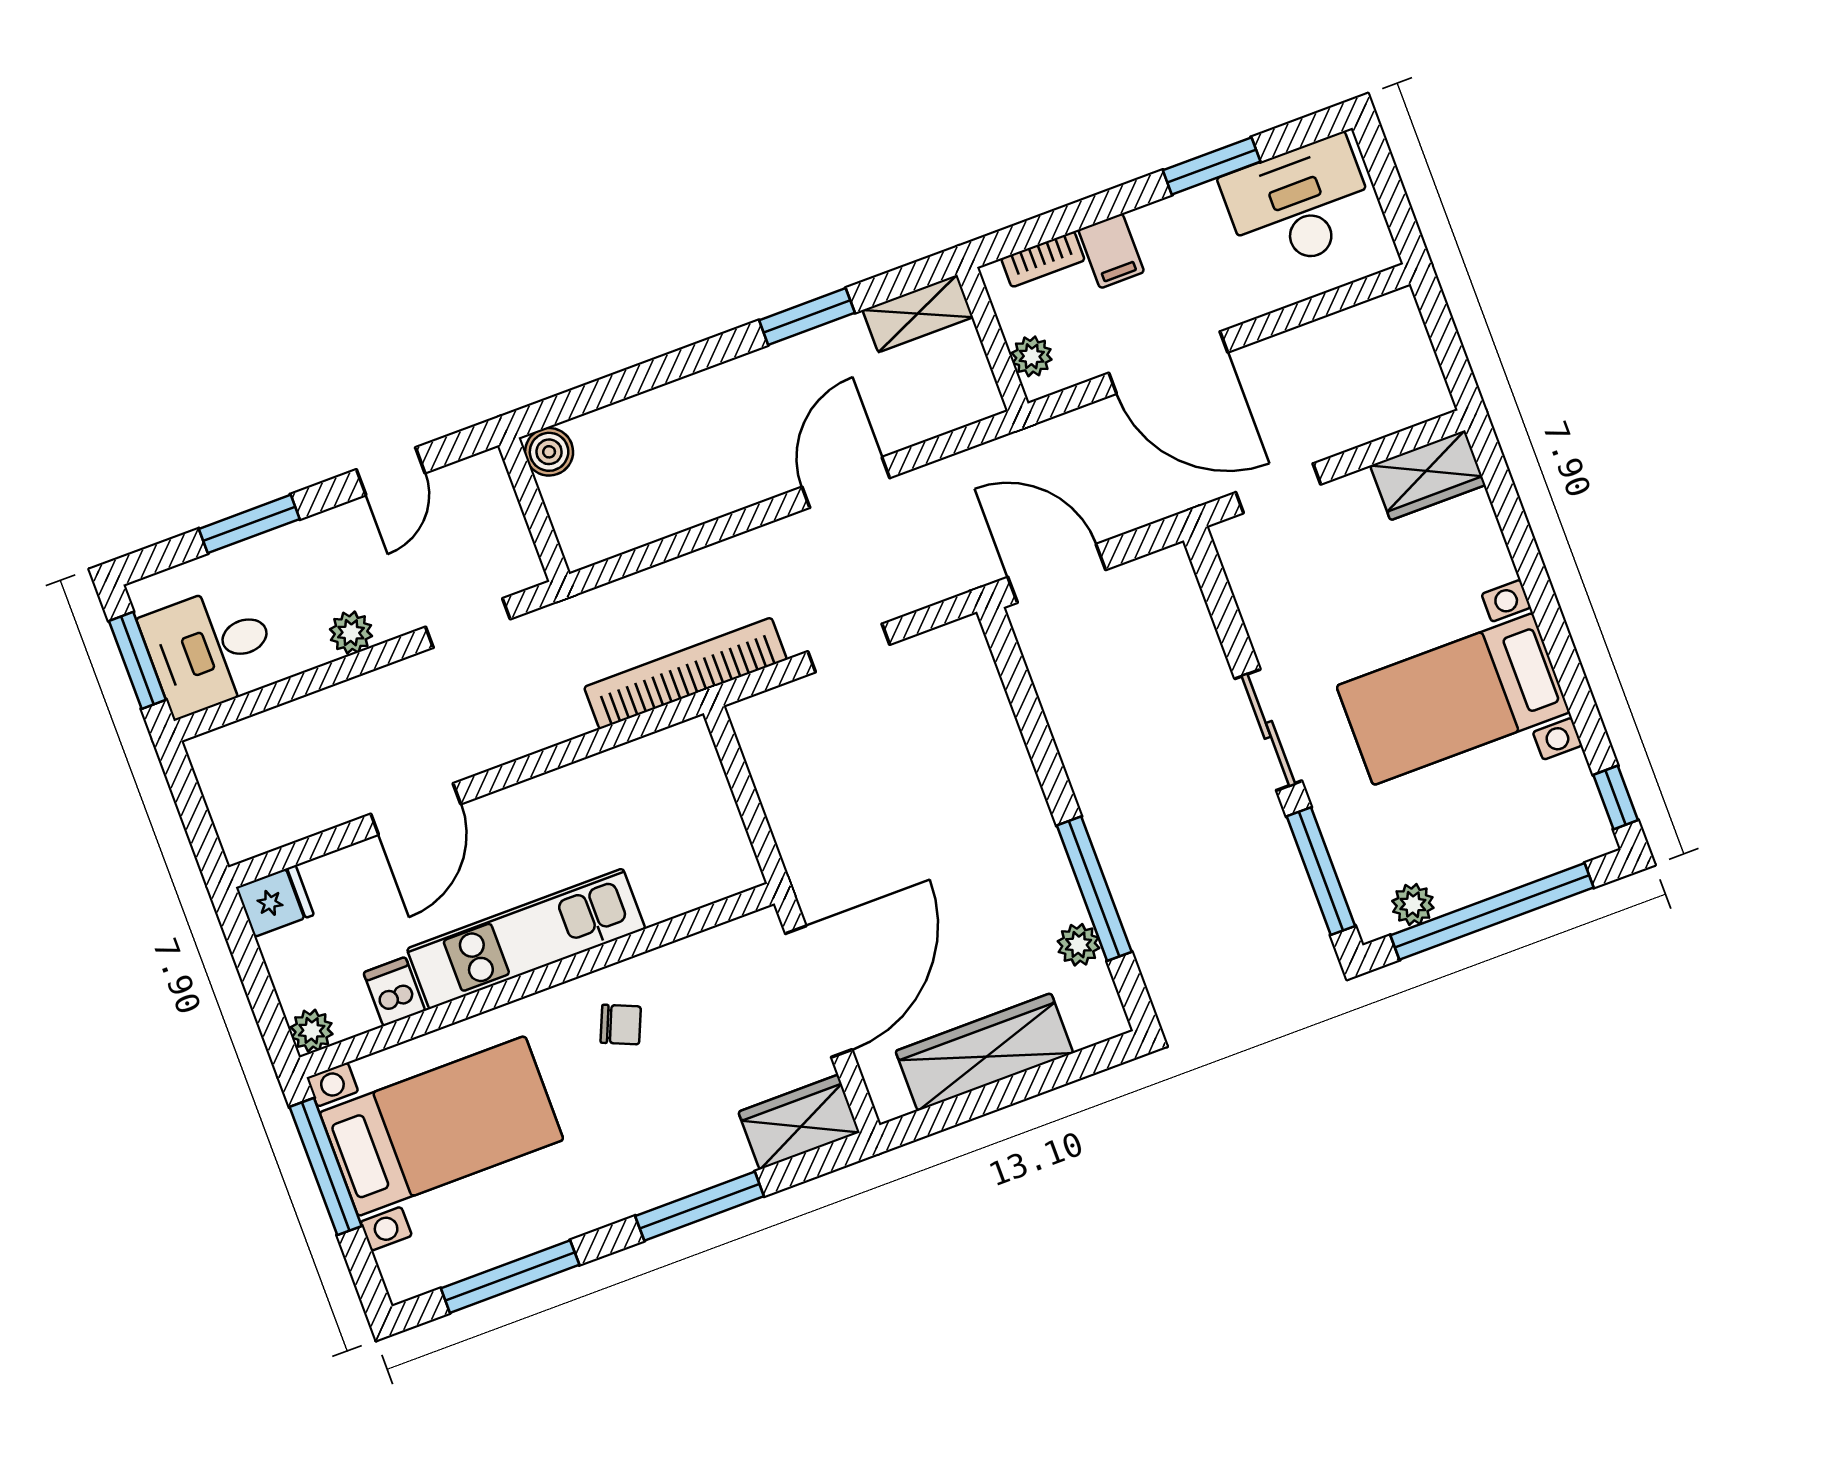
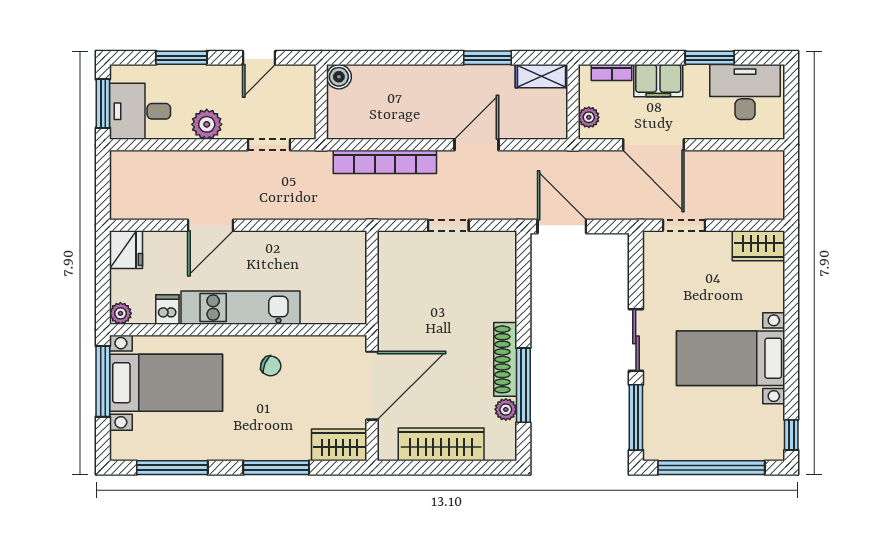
filing cabinet: (1111, 251) -> (658, 81), width x2.00
plant: (351, 633) -> (207, 124), width x1.38, depth x1.38
bookcase: (686, 673) -> (385, 162), moved, turned 180
shoe rack: (1044, 854) -> (505, 359), added
fridge: (275, 901) -> (126, 250), width x1.38
plant: (1413, 904) -> (674, 450), removed

